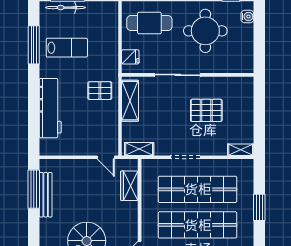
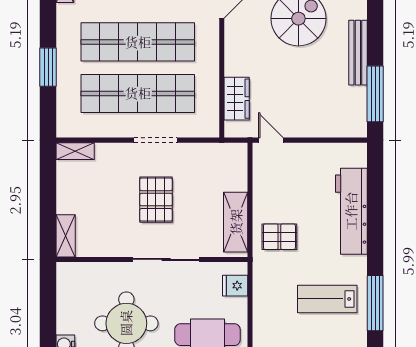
pallet: (206, 110) -> (156, 200), moved, turned 90
shelving: (139, 149) -> (66, 236), moved, turned 90
bench: (46, 195) -> (358, 53), moved

